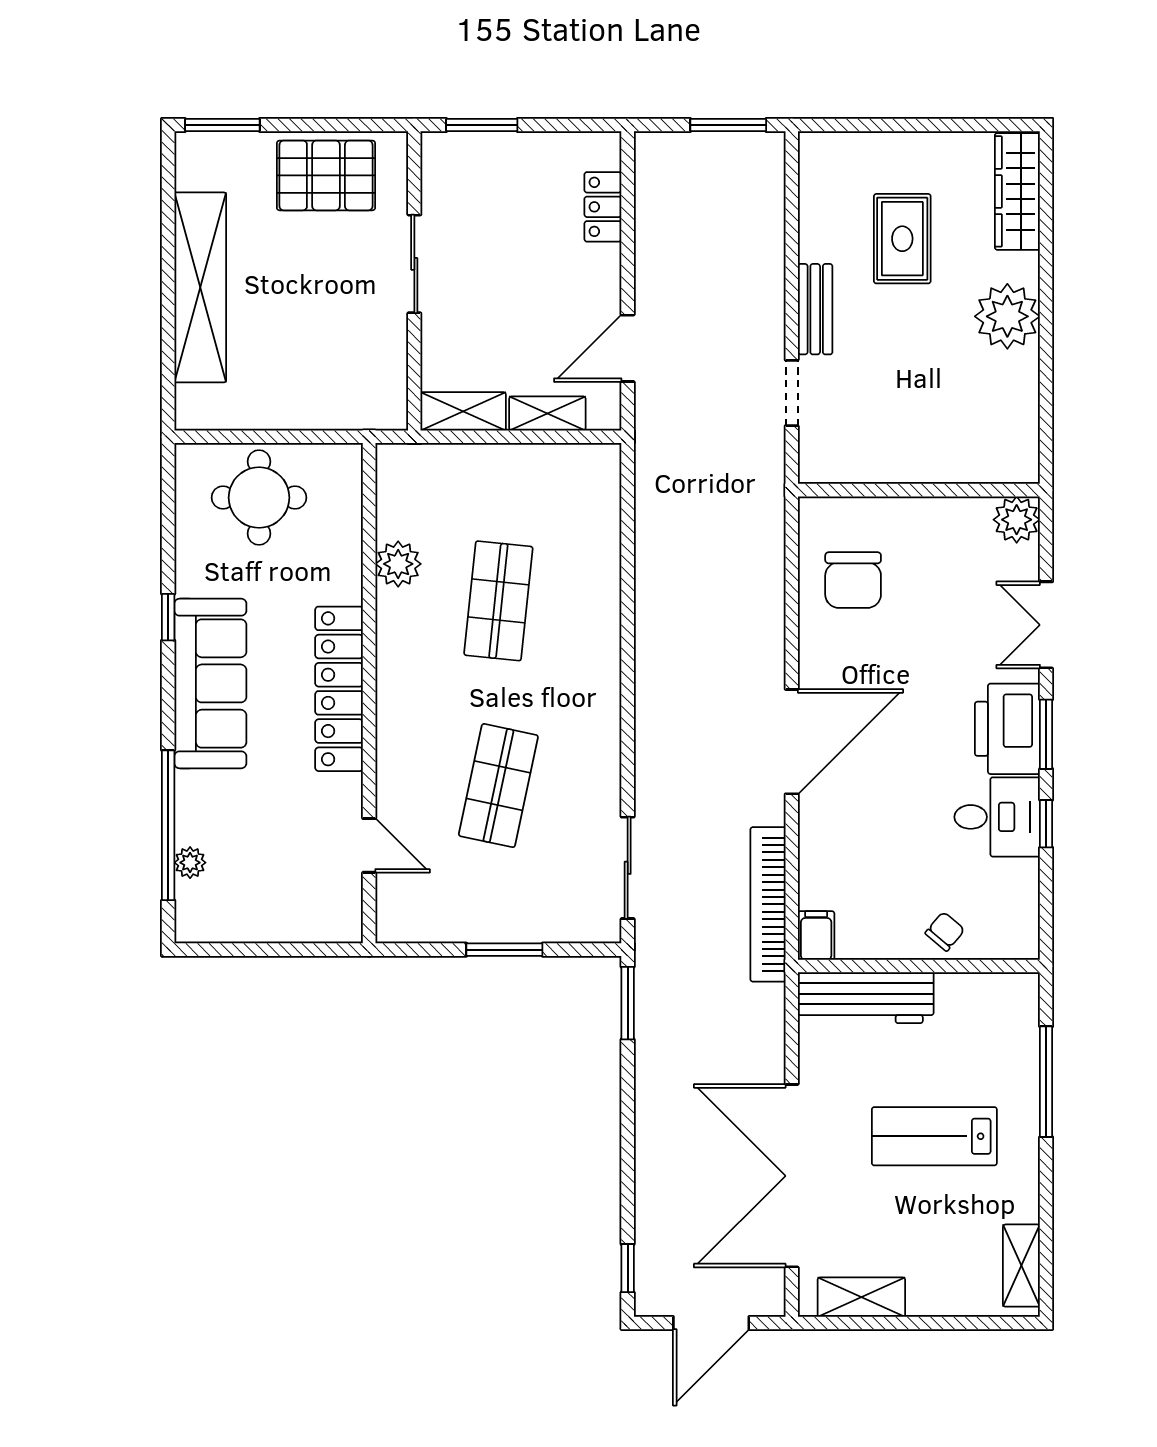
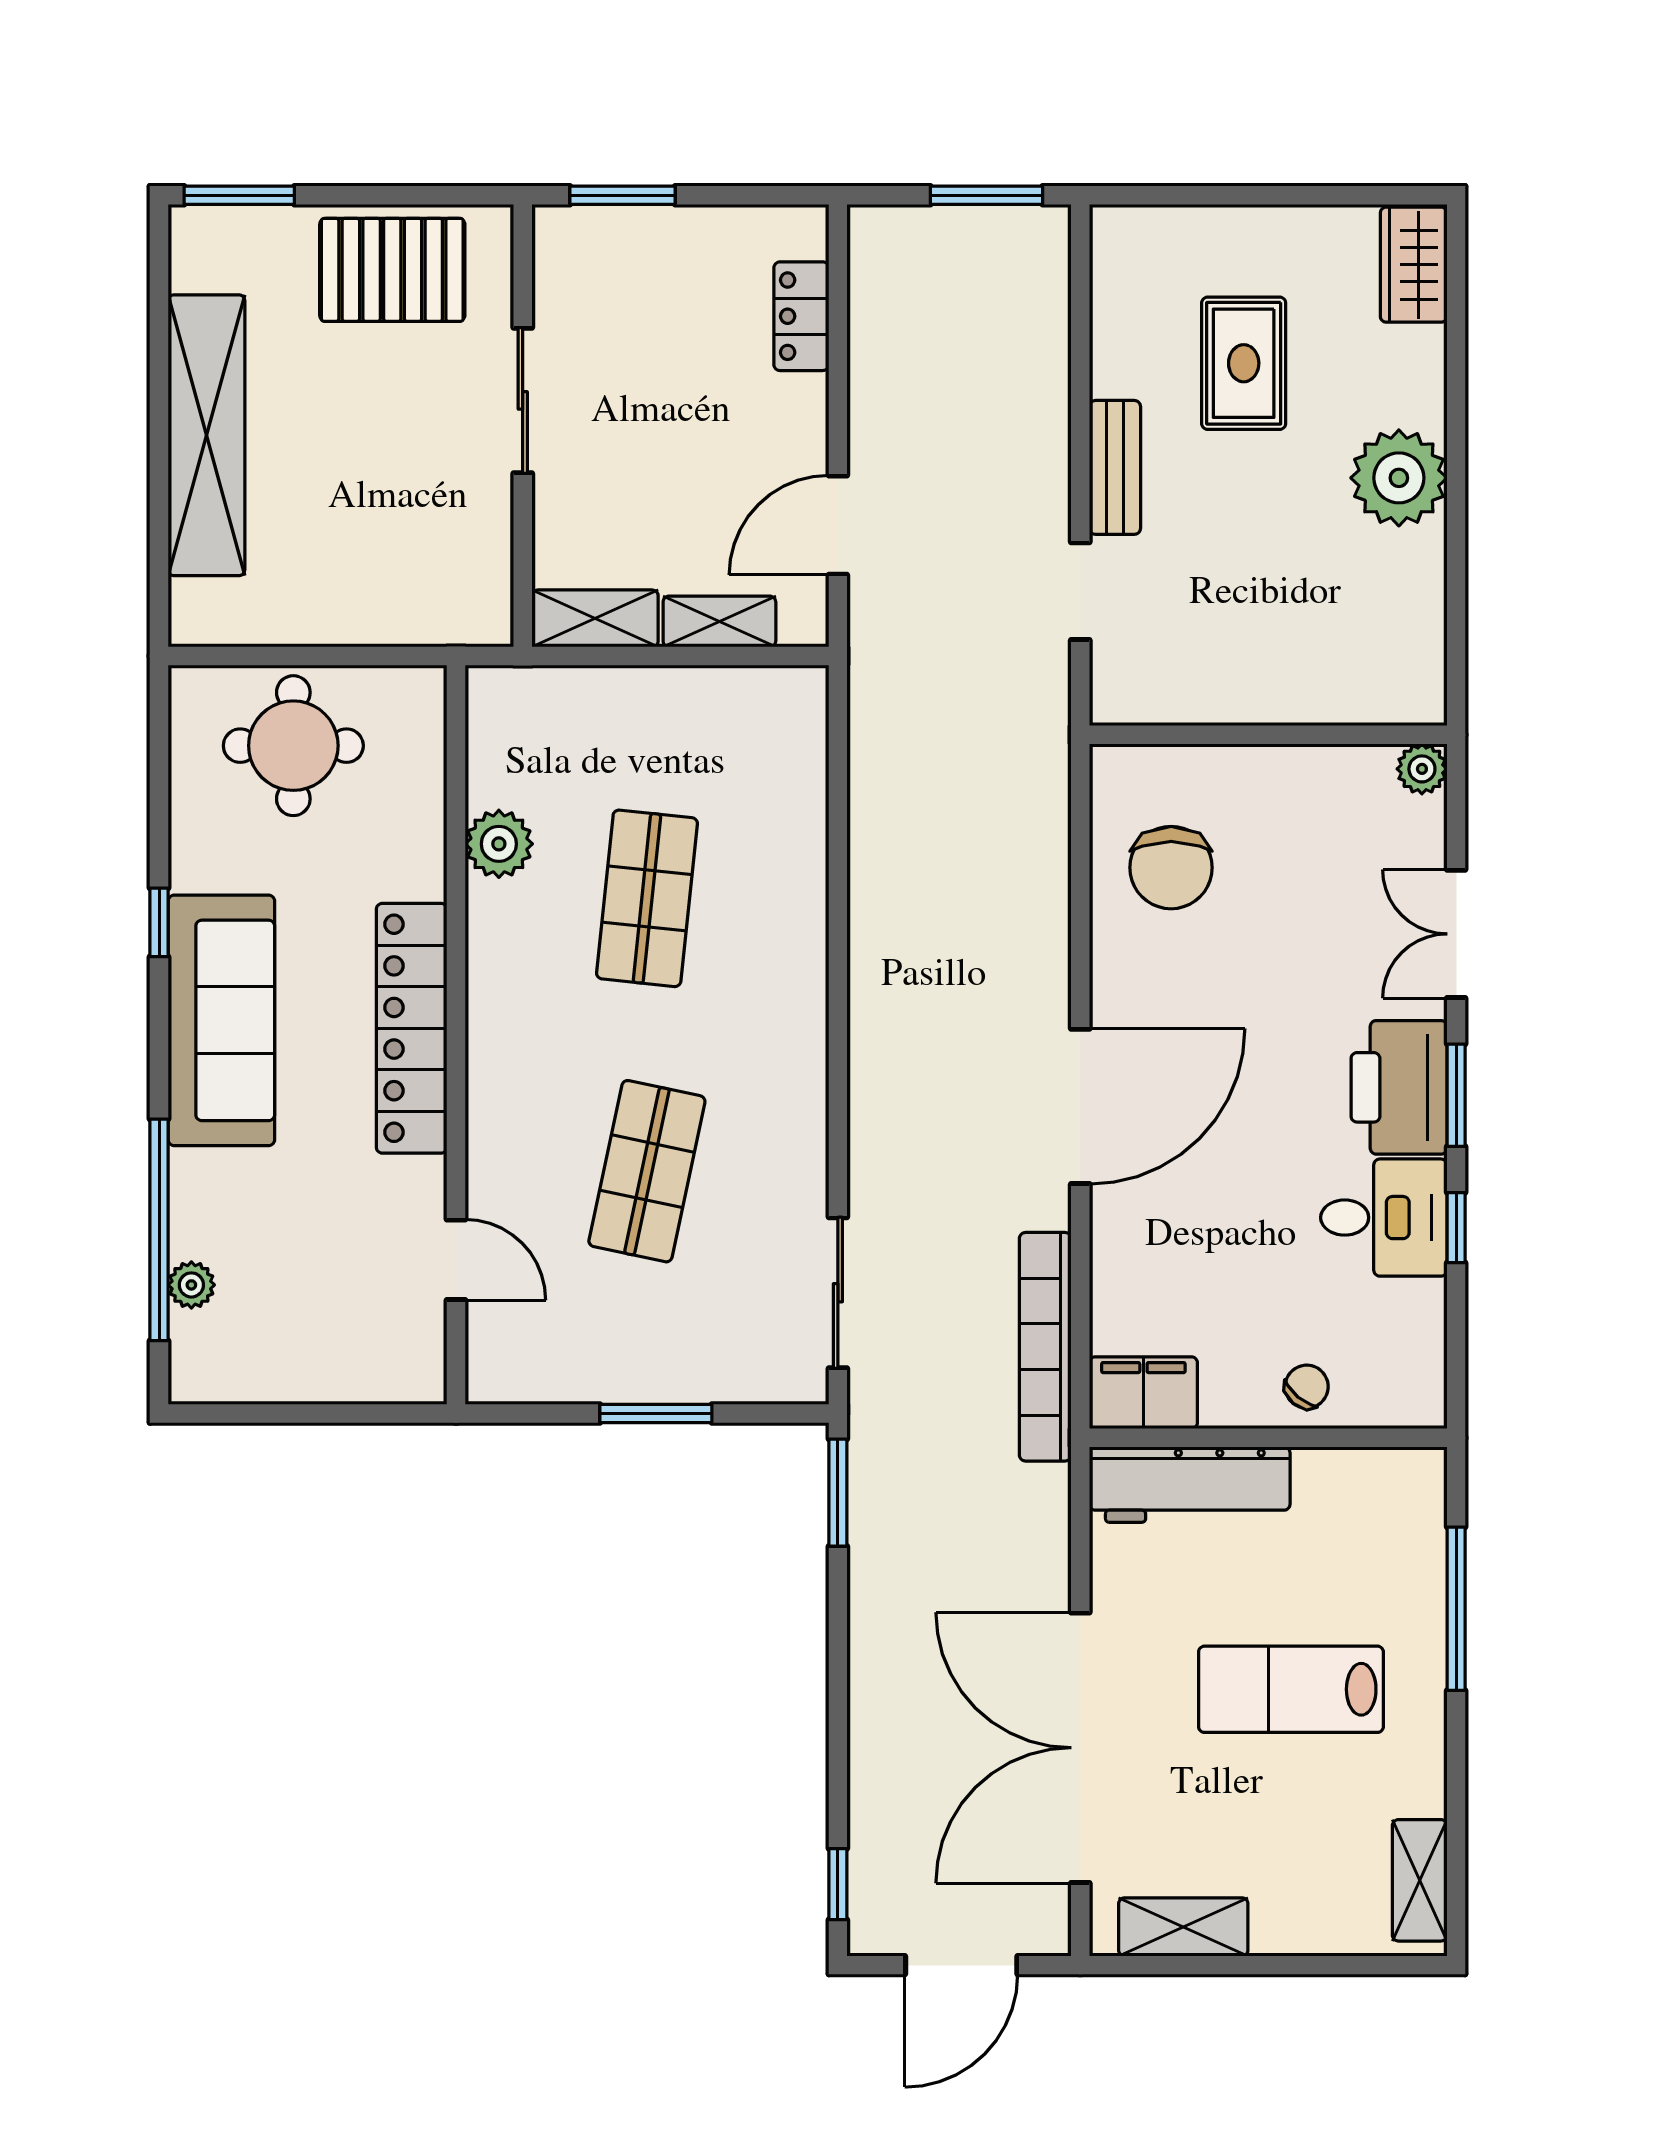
wardrobe: (1017, 191) -> (1414, 265), width x0.67
plant: (1017, 520) -> (1422, 769), width x0.73, depth x0.73
filing cabinet: (816, 936) -> (1143, 1393), width x2.00

